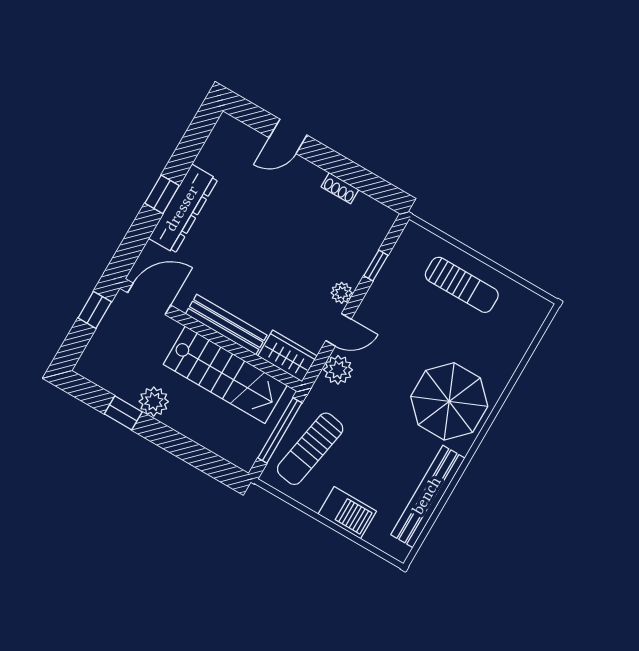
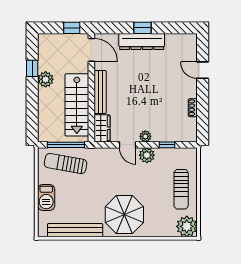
plant: (528, 311) -> (187, 226), added
plant: (338, 370) -> (147, 155), moved

